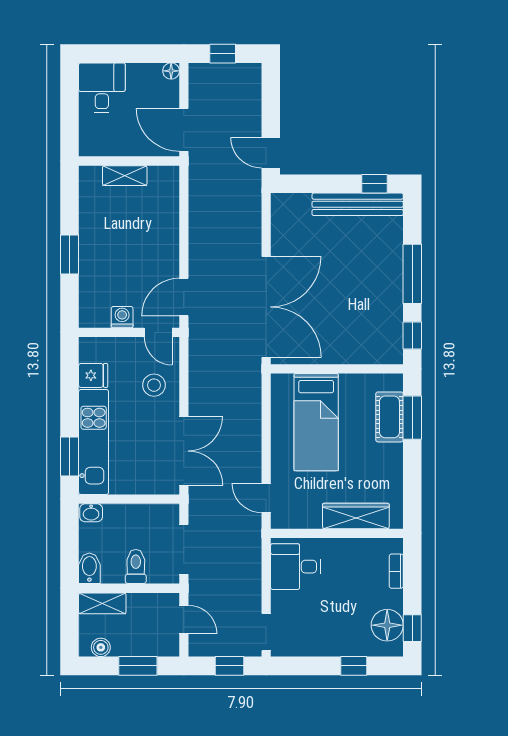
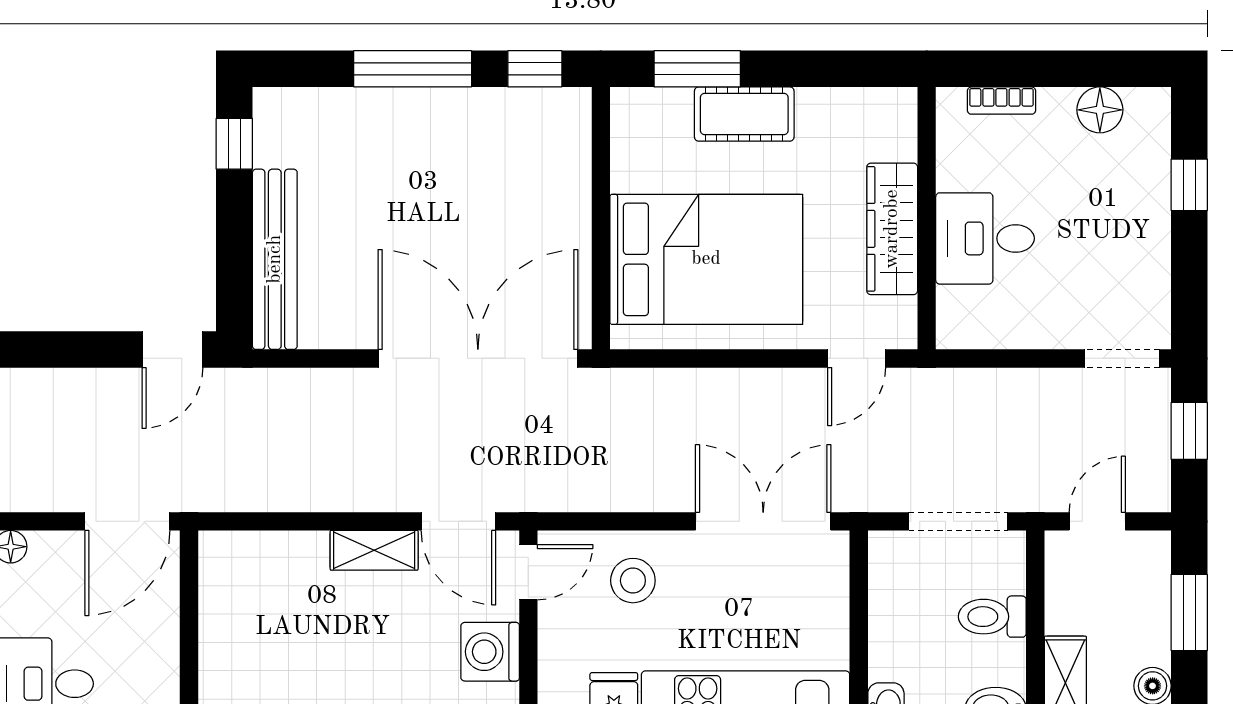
shelving: (125, 176) -> (374, 550), moved, turned 90
bench: (358, 204) -> (275, 259), moved
washing machine: (122, 317) -> (490, 652), width x1.38, depth x1.38
cot: (389, 417) -> (744, 114), moved
bed: (316, 422) -> (706, 259), width x1.50
wardrobe: (356, 516) -> (892, 229), moved
desk: (296, 567) -> (985, 238), moved, turned 90
floor lamp: (387, 625) -> (1100, 110), width x0.73, depth x0.73
window: (412, 628) -> (1114, 69), removed

